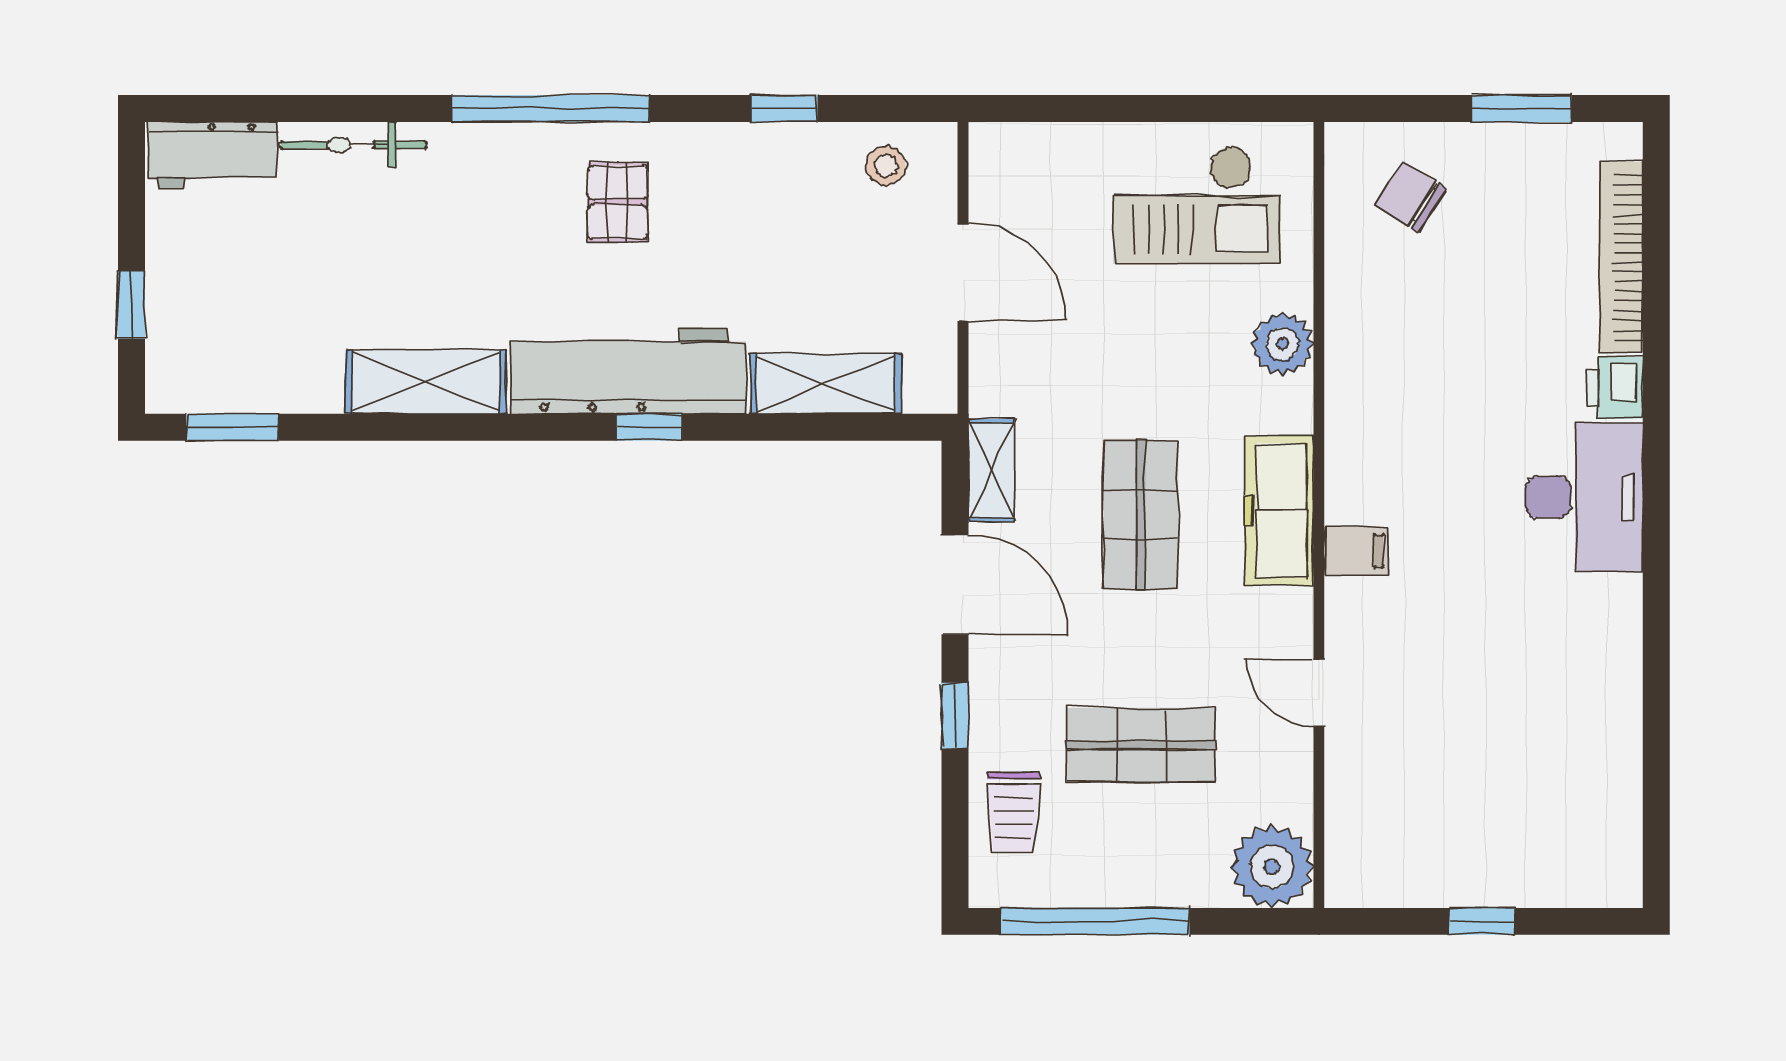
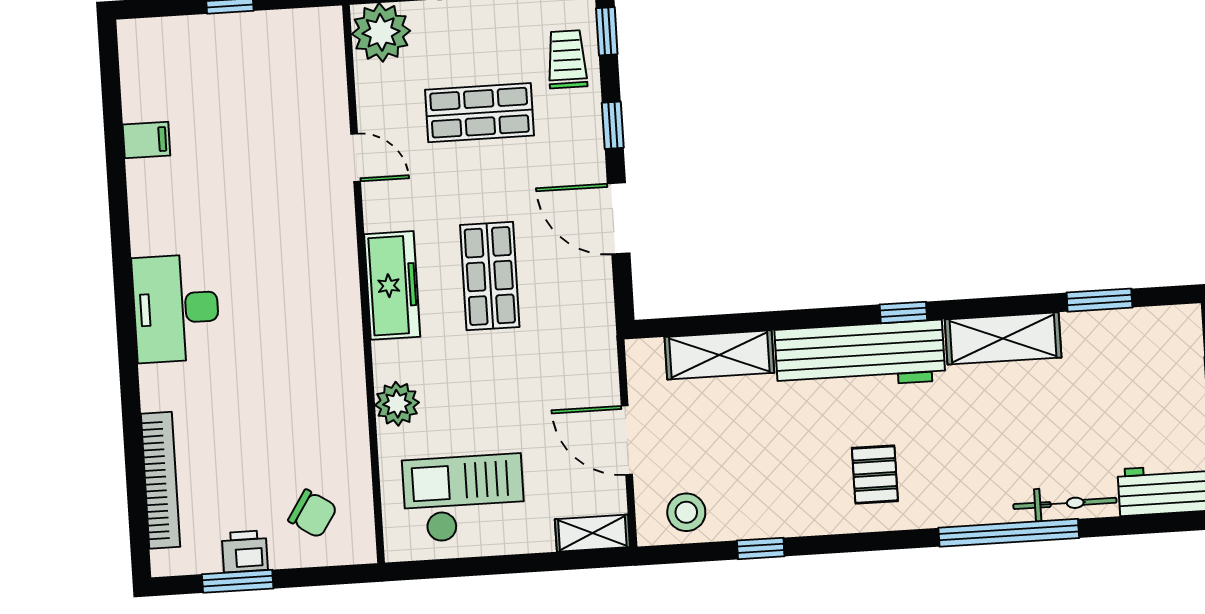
window: (551, 108) -> (1009, 533), moved
stool: (886, 166) -> (686, 512), width x1.37, depth x1.37
printer: (1615, 388) -> (245, 551), moved, turned -90
window: (232, 427) -> (1099, 300), moved
window: (649, 427) -> (903, 312), moved
shelving: (991, 470) -> (592, 533), moved, turned 90
filing cabinet: (1356, 551) -> (146, 140), moved, turned 180
window: (955, 848) -> (607, 31), added

